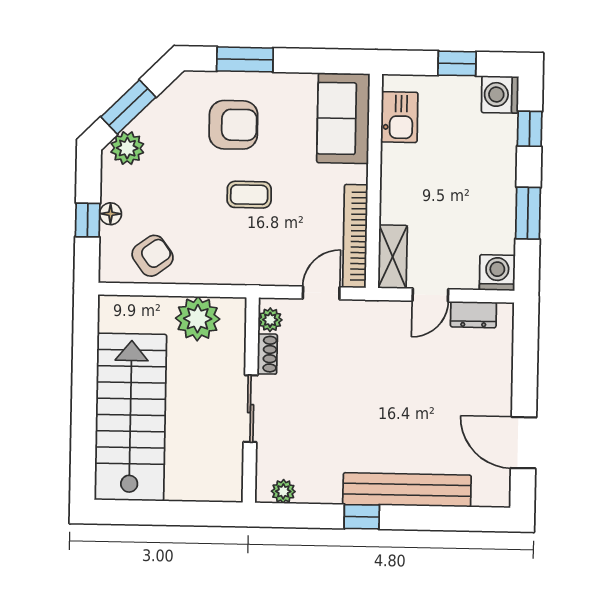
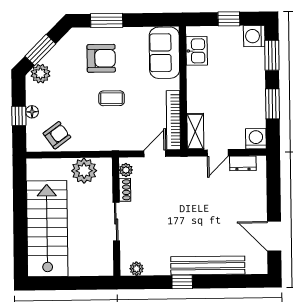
window: (530, 129) -> (272, 55), width x1.50

